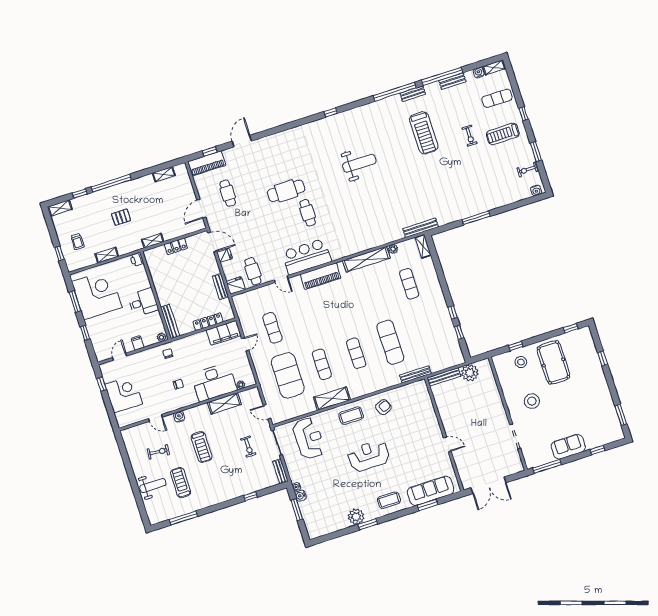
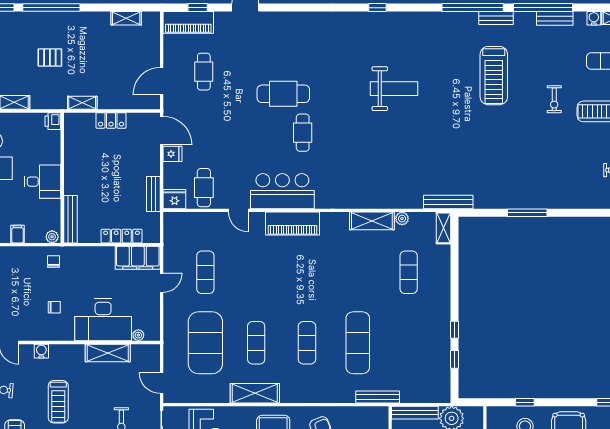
shelving: (366, 259) -> (372, 221), width x0.68

